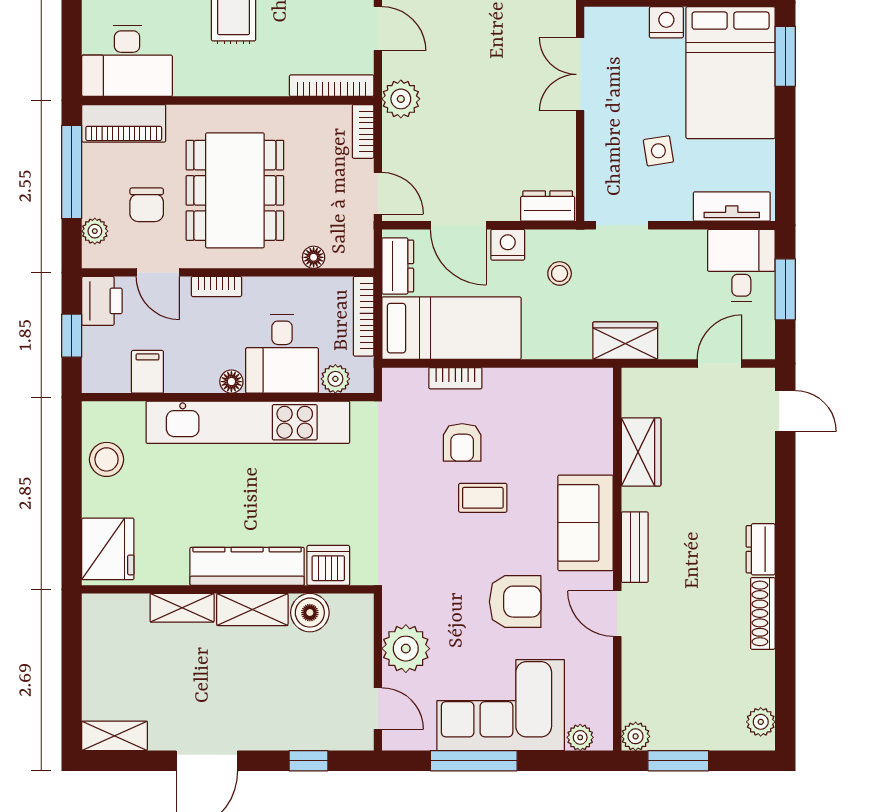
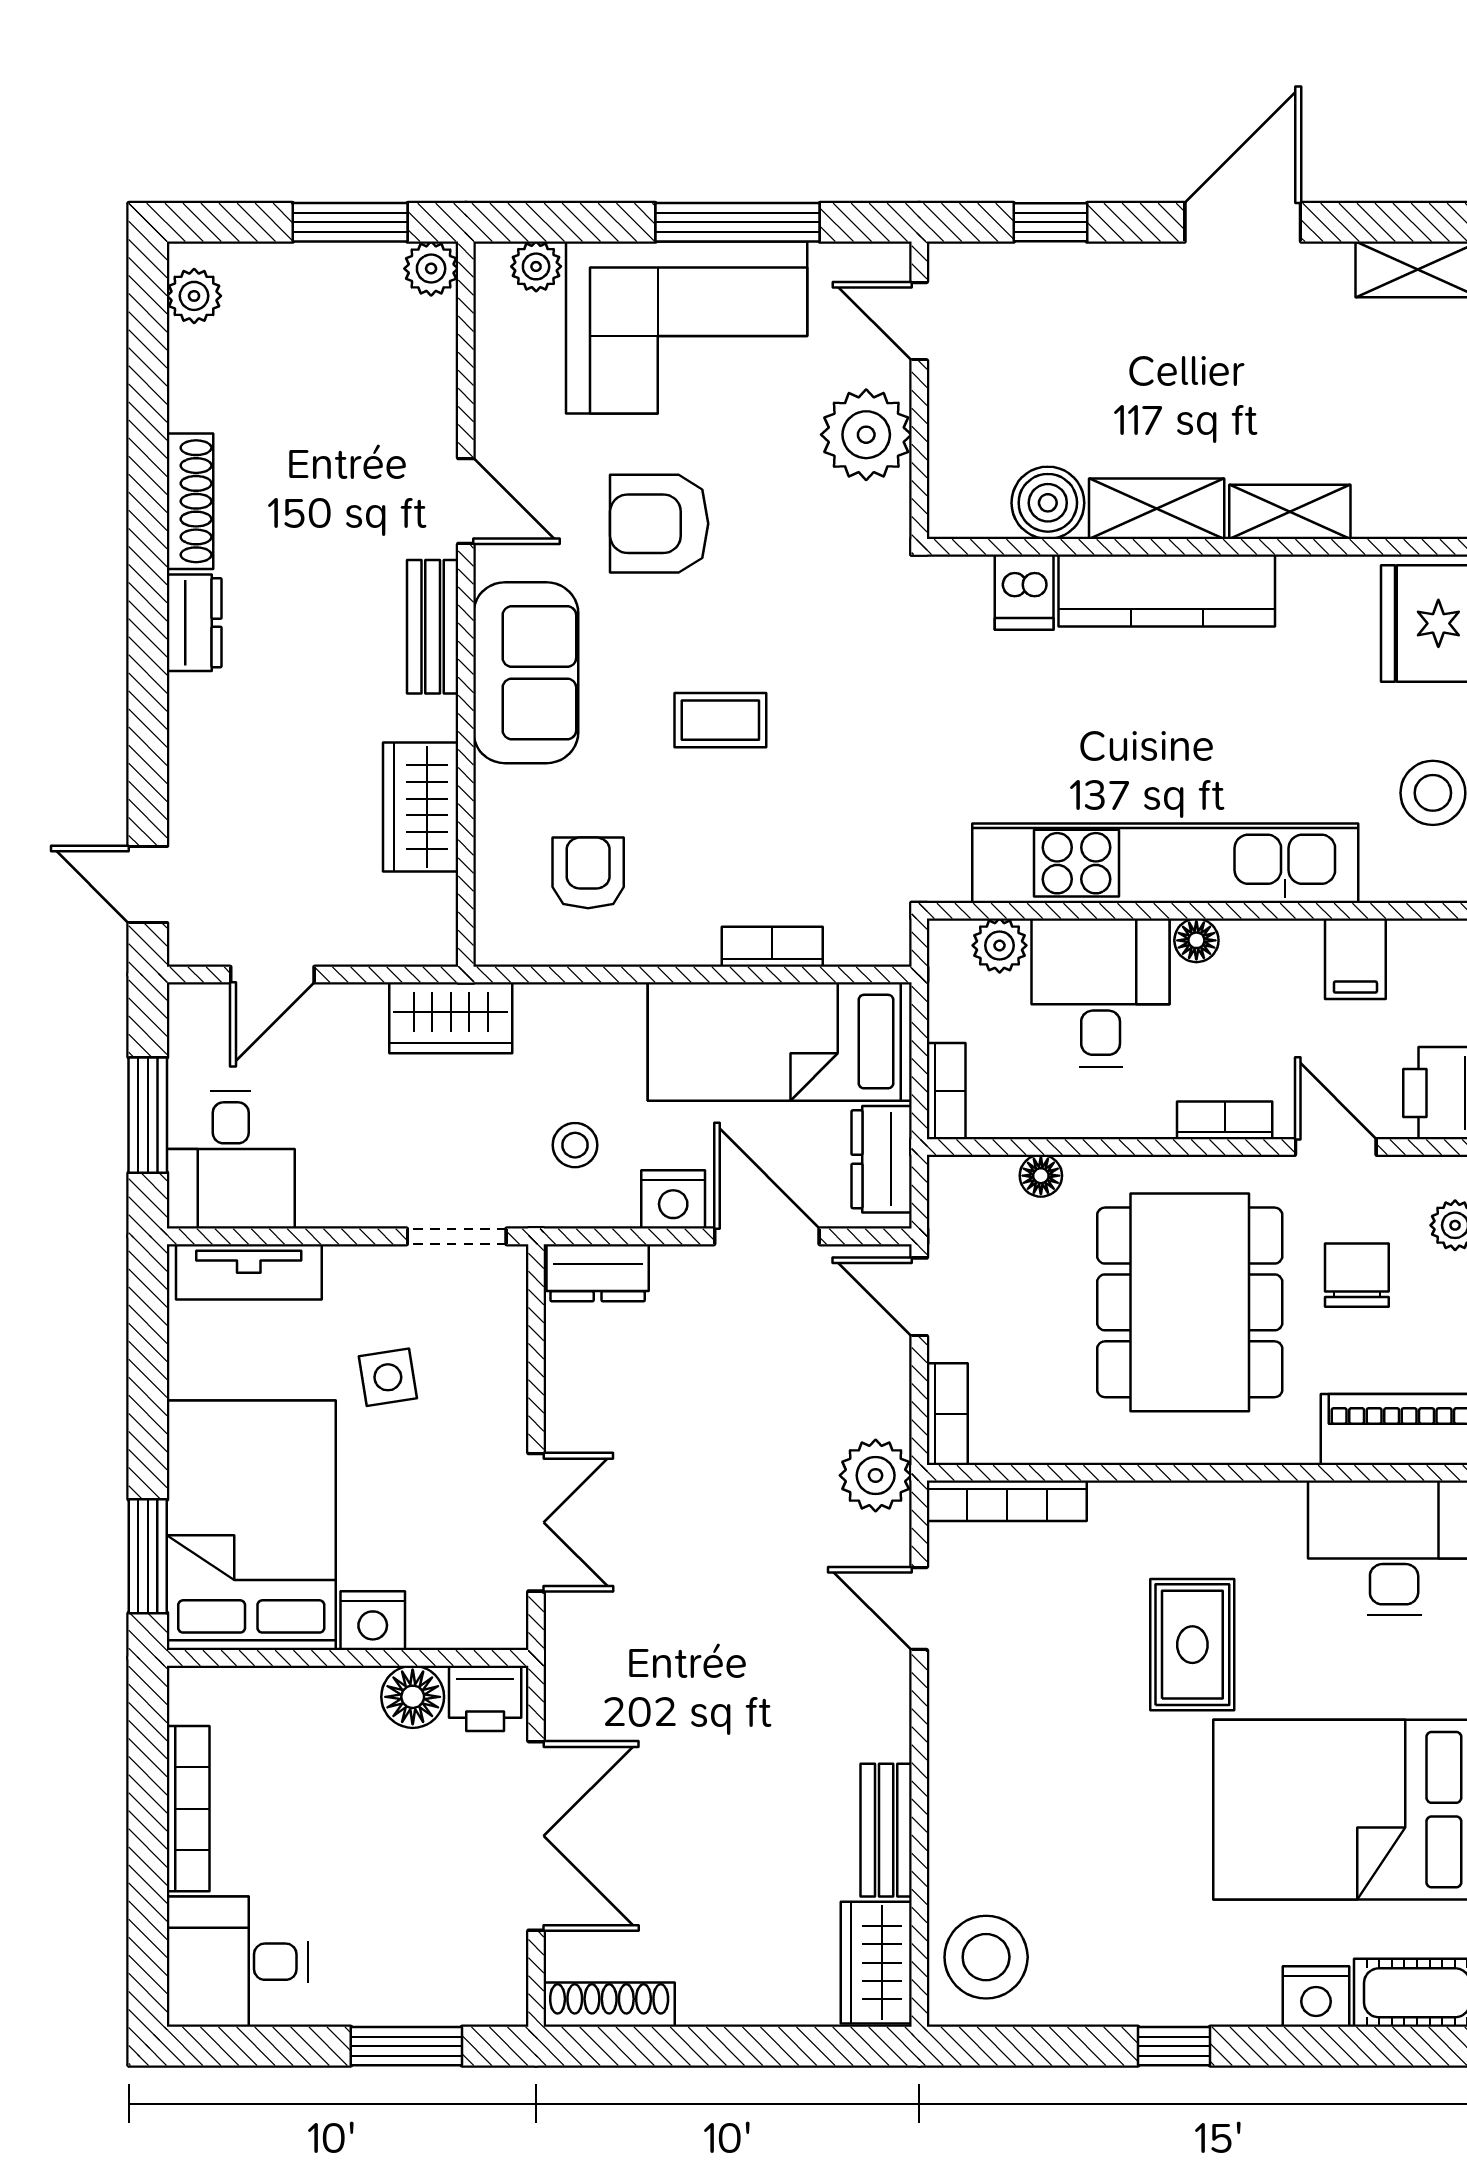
bookcase: (364, 316) -> (946, 1091), width x0.64
armchair: (462, 442) -> (588, 873), moved
dishwasher: (328, 565) -> (1024, 592), width x0.73

